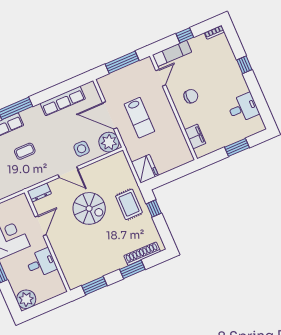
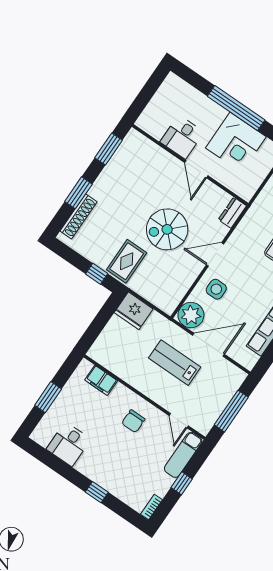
rug: (129, 204) -> (127, 261), turned 90
door: (41, 226) -> (196, 169), moved
plant: (26, 299) -> (173, 88), removed

